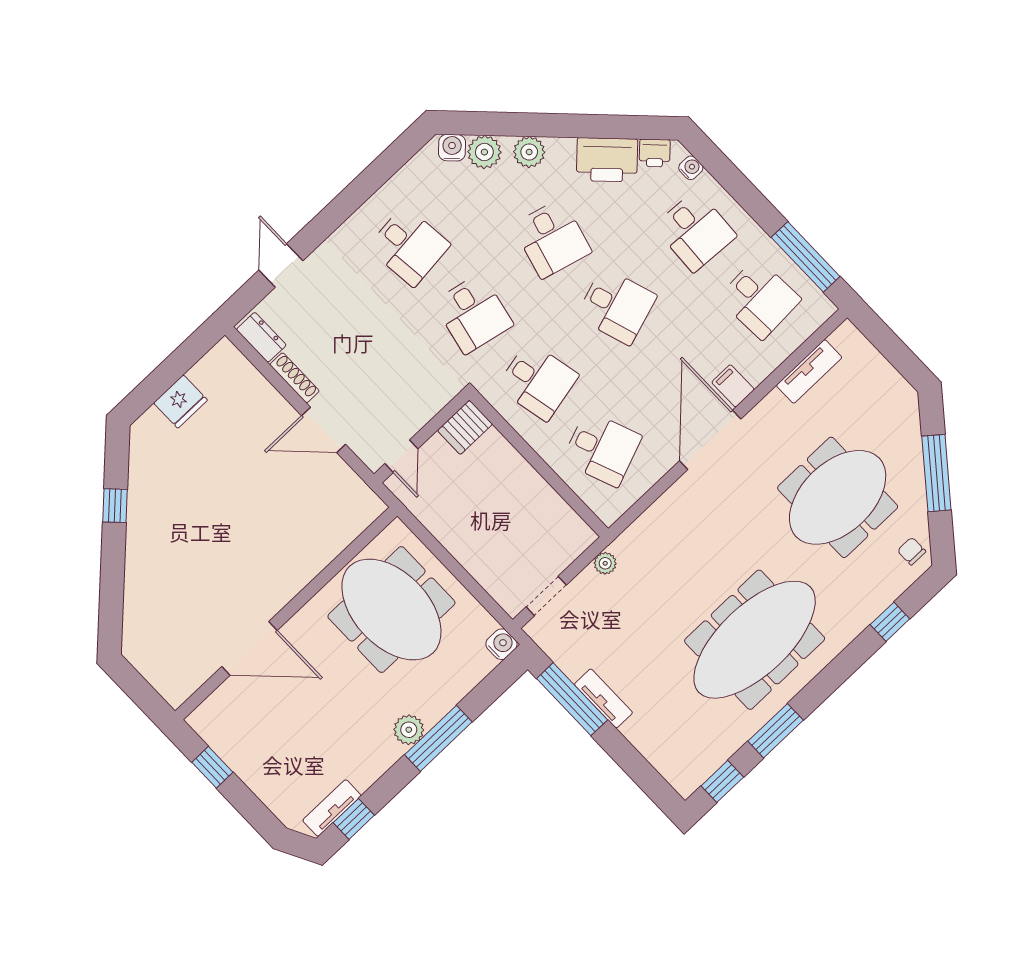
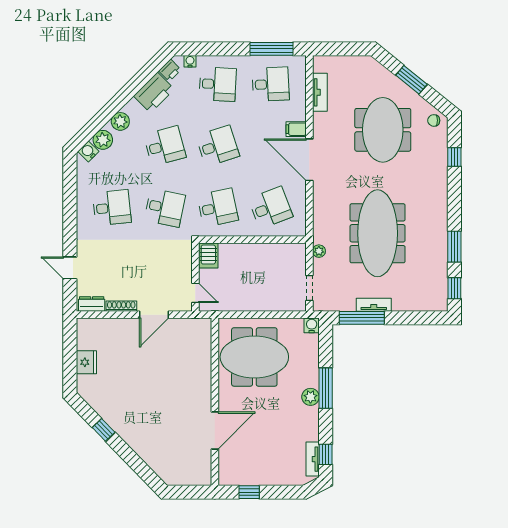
desk: (552, 238) -> (165, 146), turned -30
window: (936, 473) -> (411, 80), width x0.69
meeting table: (755, 640) -> (378, 233), moved

